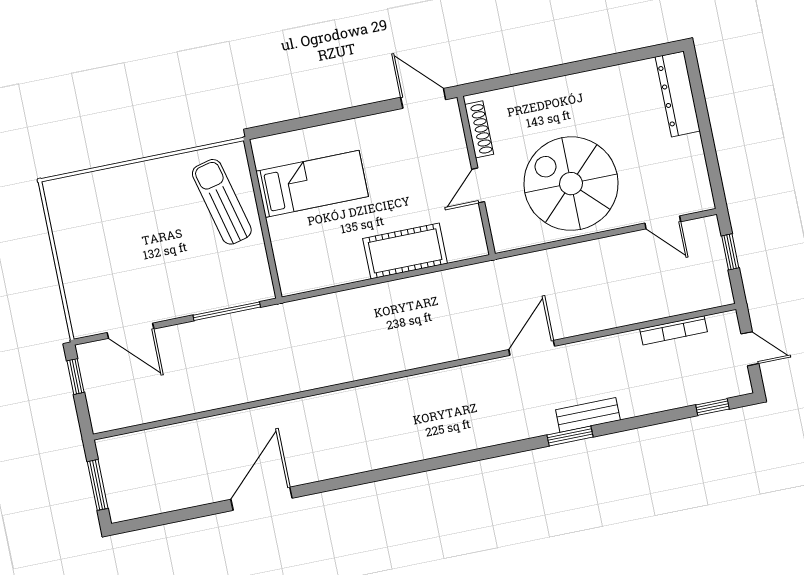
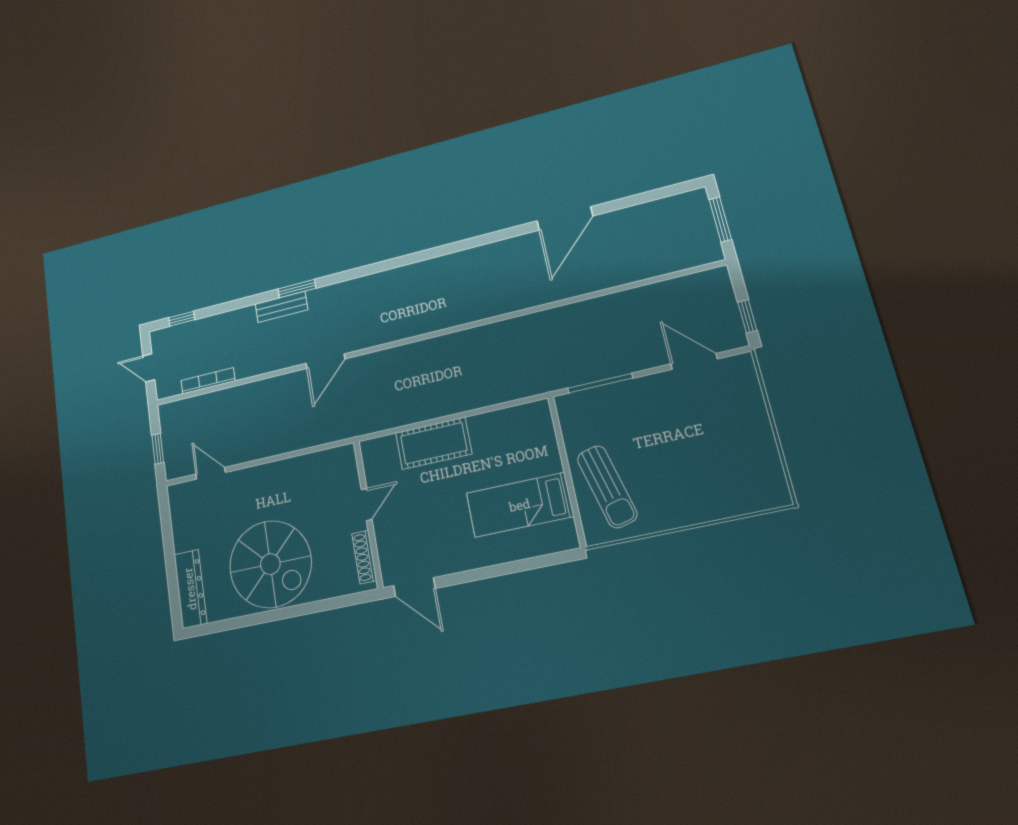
spiral stairs: (571, 184) -> (270, 564), moved

